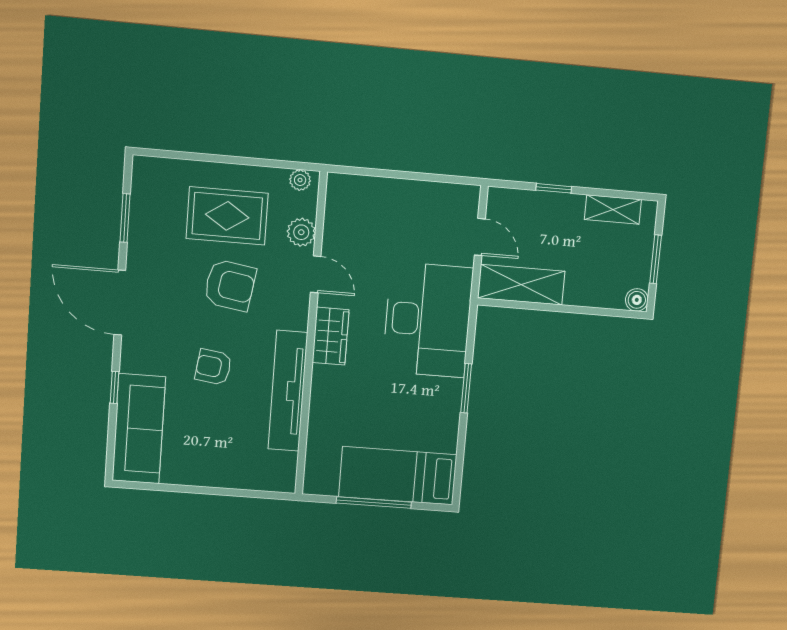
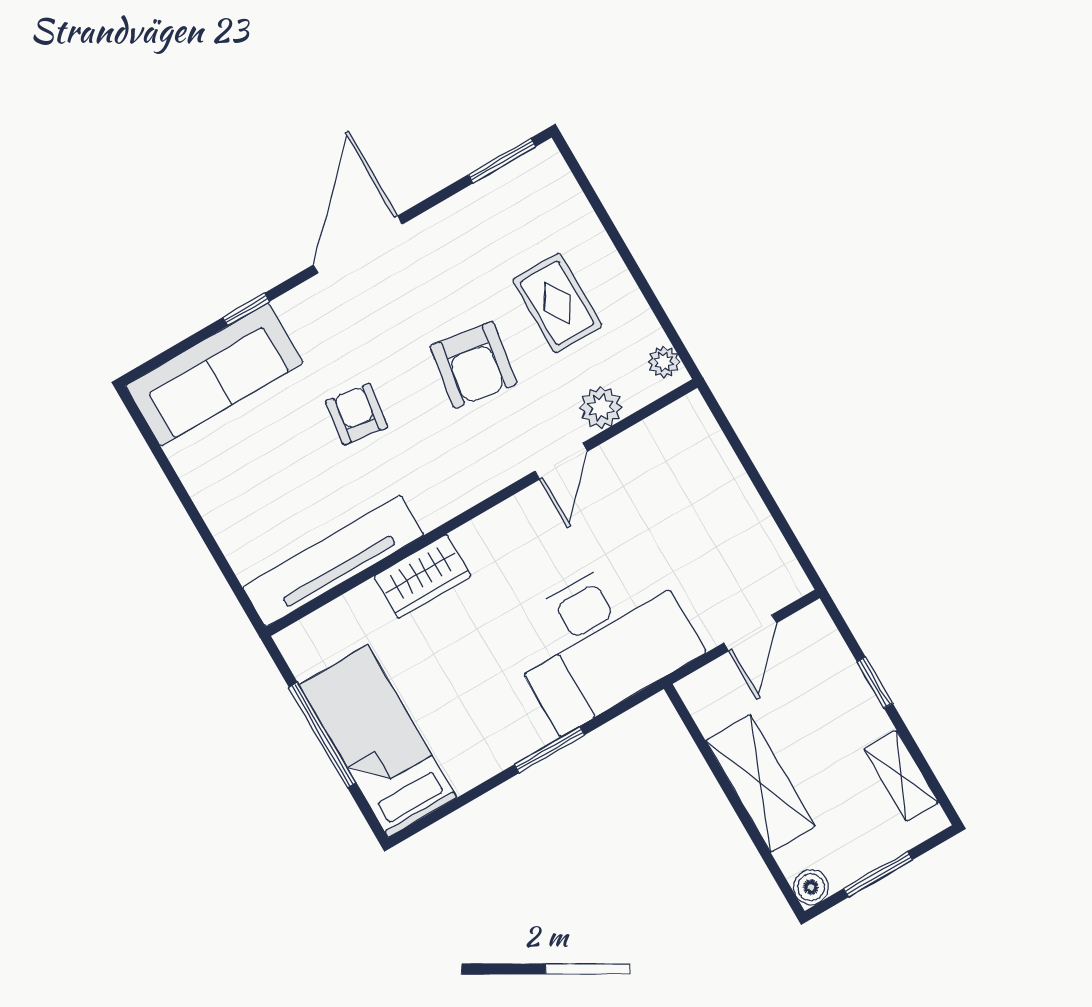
rug: (227, 216) -> (557, 303), width x0.73, depth x0.70
window: (125, 218) -> (502, 161), moved
shelving: (521, 285) -> (760, 783), moved
wardrobe: (331, 336) -> (423, 576), moved
tv unit: (288, 391) -> (333, 561), moved

